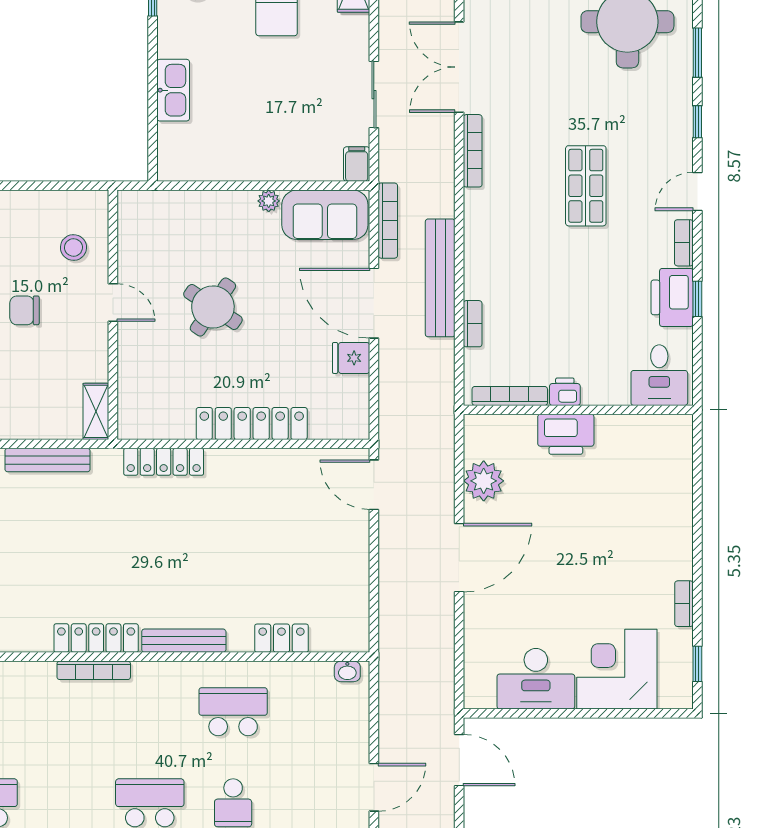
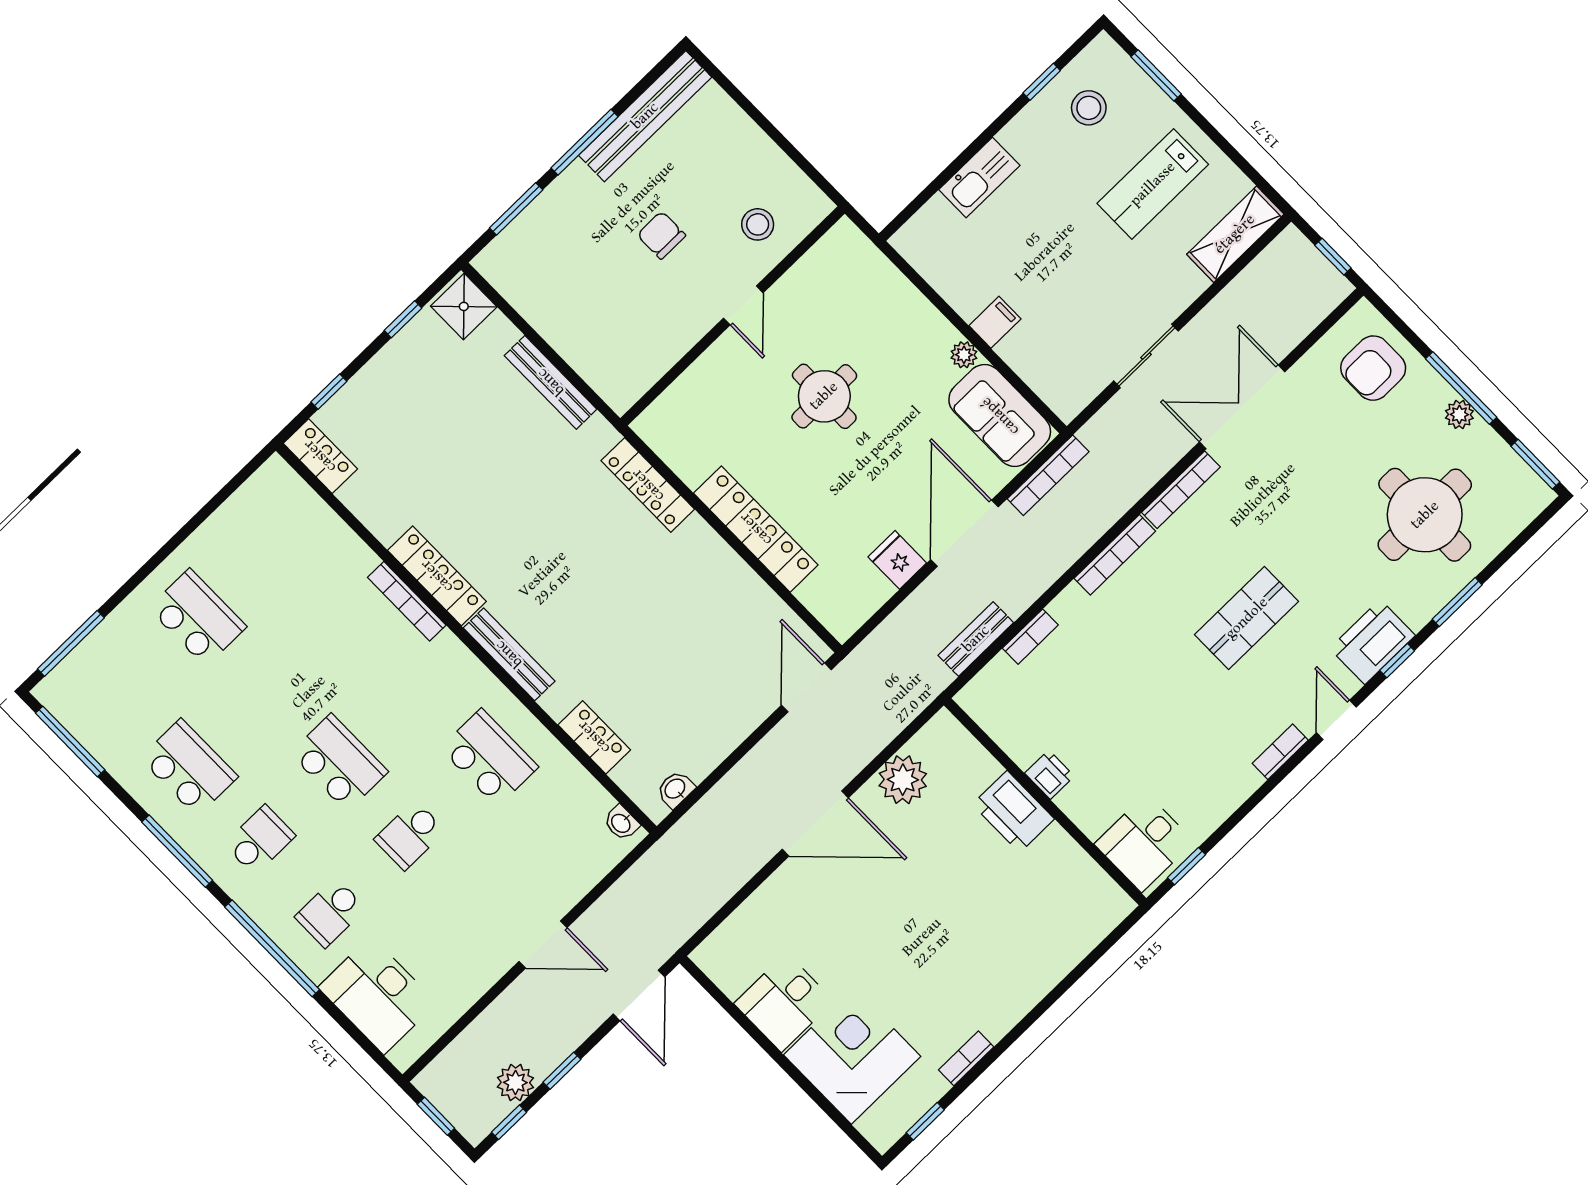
filing cabinet: (357, 164) -> (995, 322), moved
door: (697, 191) -> (1336, 720), hinge flipped
bench: (440, 278) -> (976, 639), moved, width x0.54, depth x0.82
printer: (672, 297) -> (1372, 642), moved
window: (697, 299) -> (1187, 866), moved
round table: (213, 307) -> (824, 396), turned -34
bookcase: (510, 396) -> (1115, 555), moved, turned 90
shelving: (96, 411) -> (634, 383), removed
washbasin: (359, 620) -> (675, 789), added
desk: (536, 679) -> (784, 1002), width x0.73

